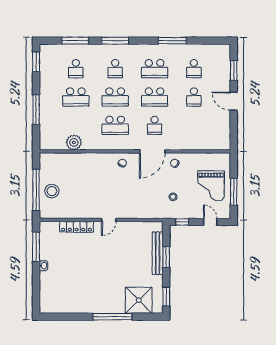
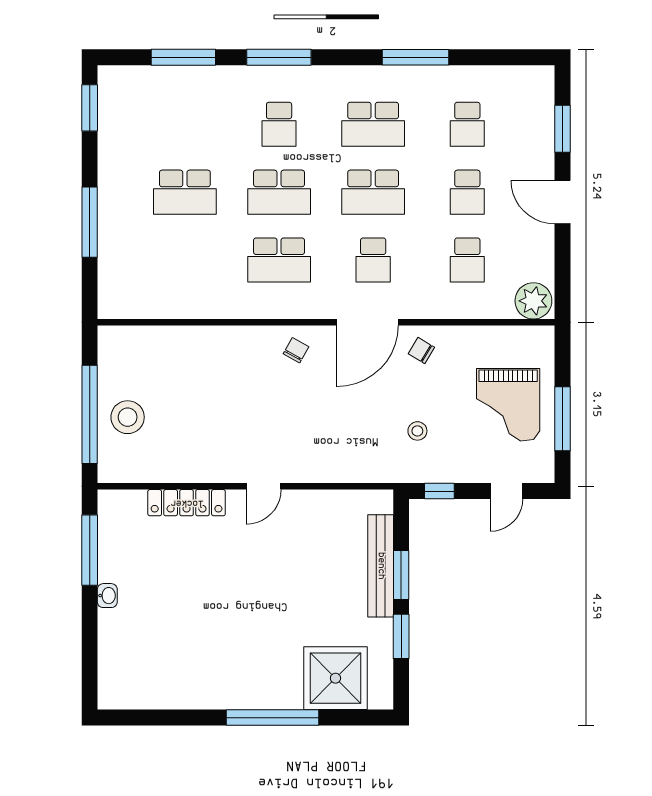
school desk: (76, 69) -> (467, 260), moved
plant: (74, 142) -> (533, 301), moved
door: (210, 222) -> (506, 491), swing flipped
window: (166, 297) -> (401, 636), moved

